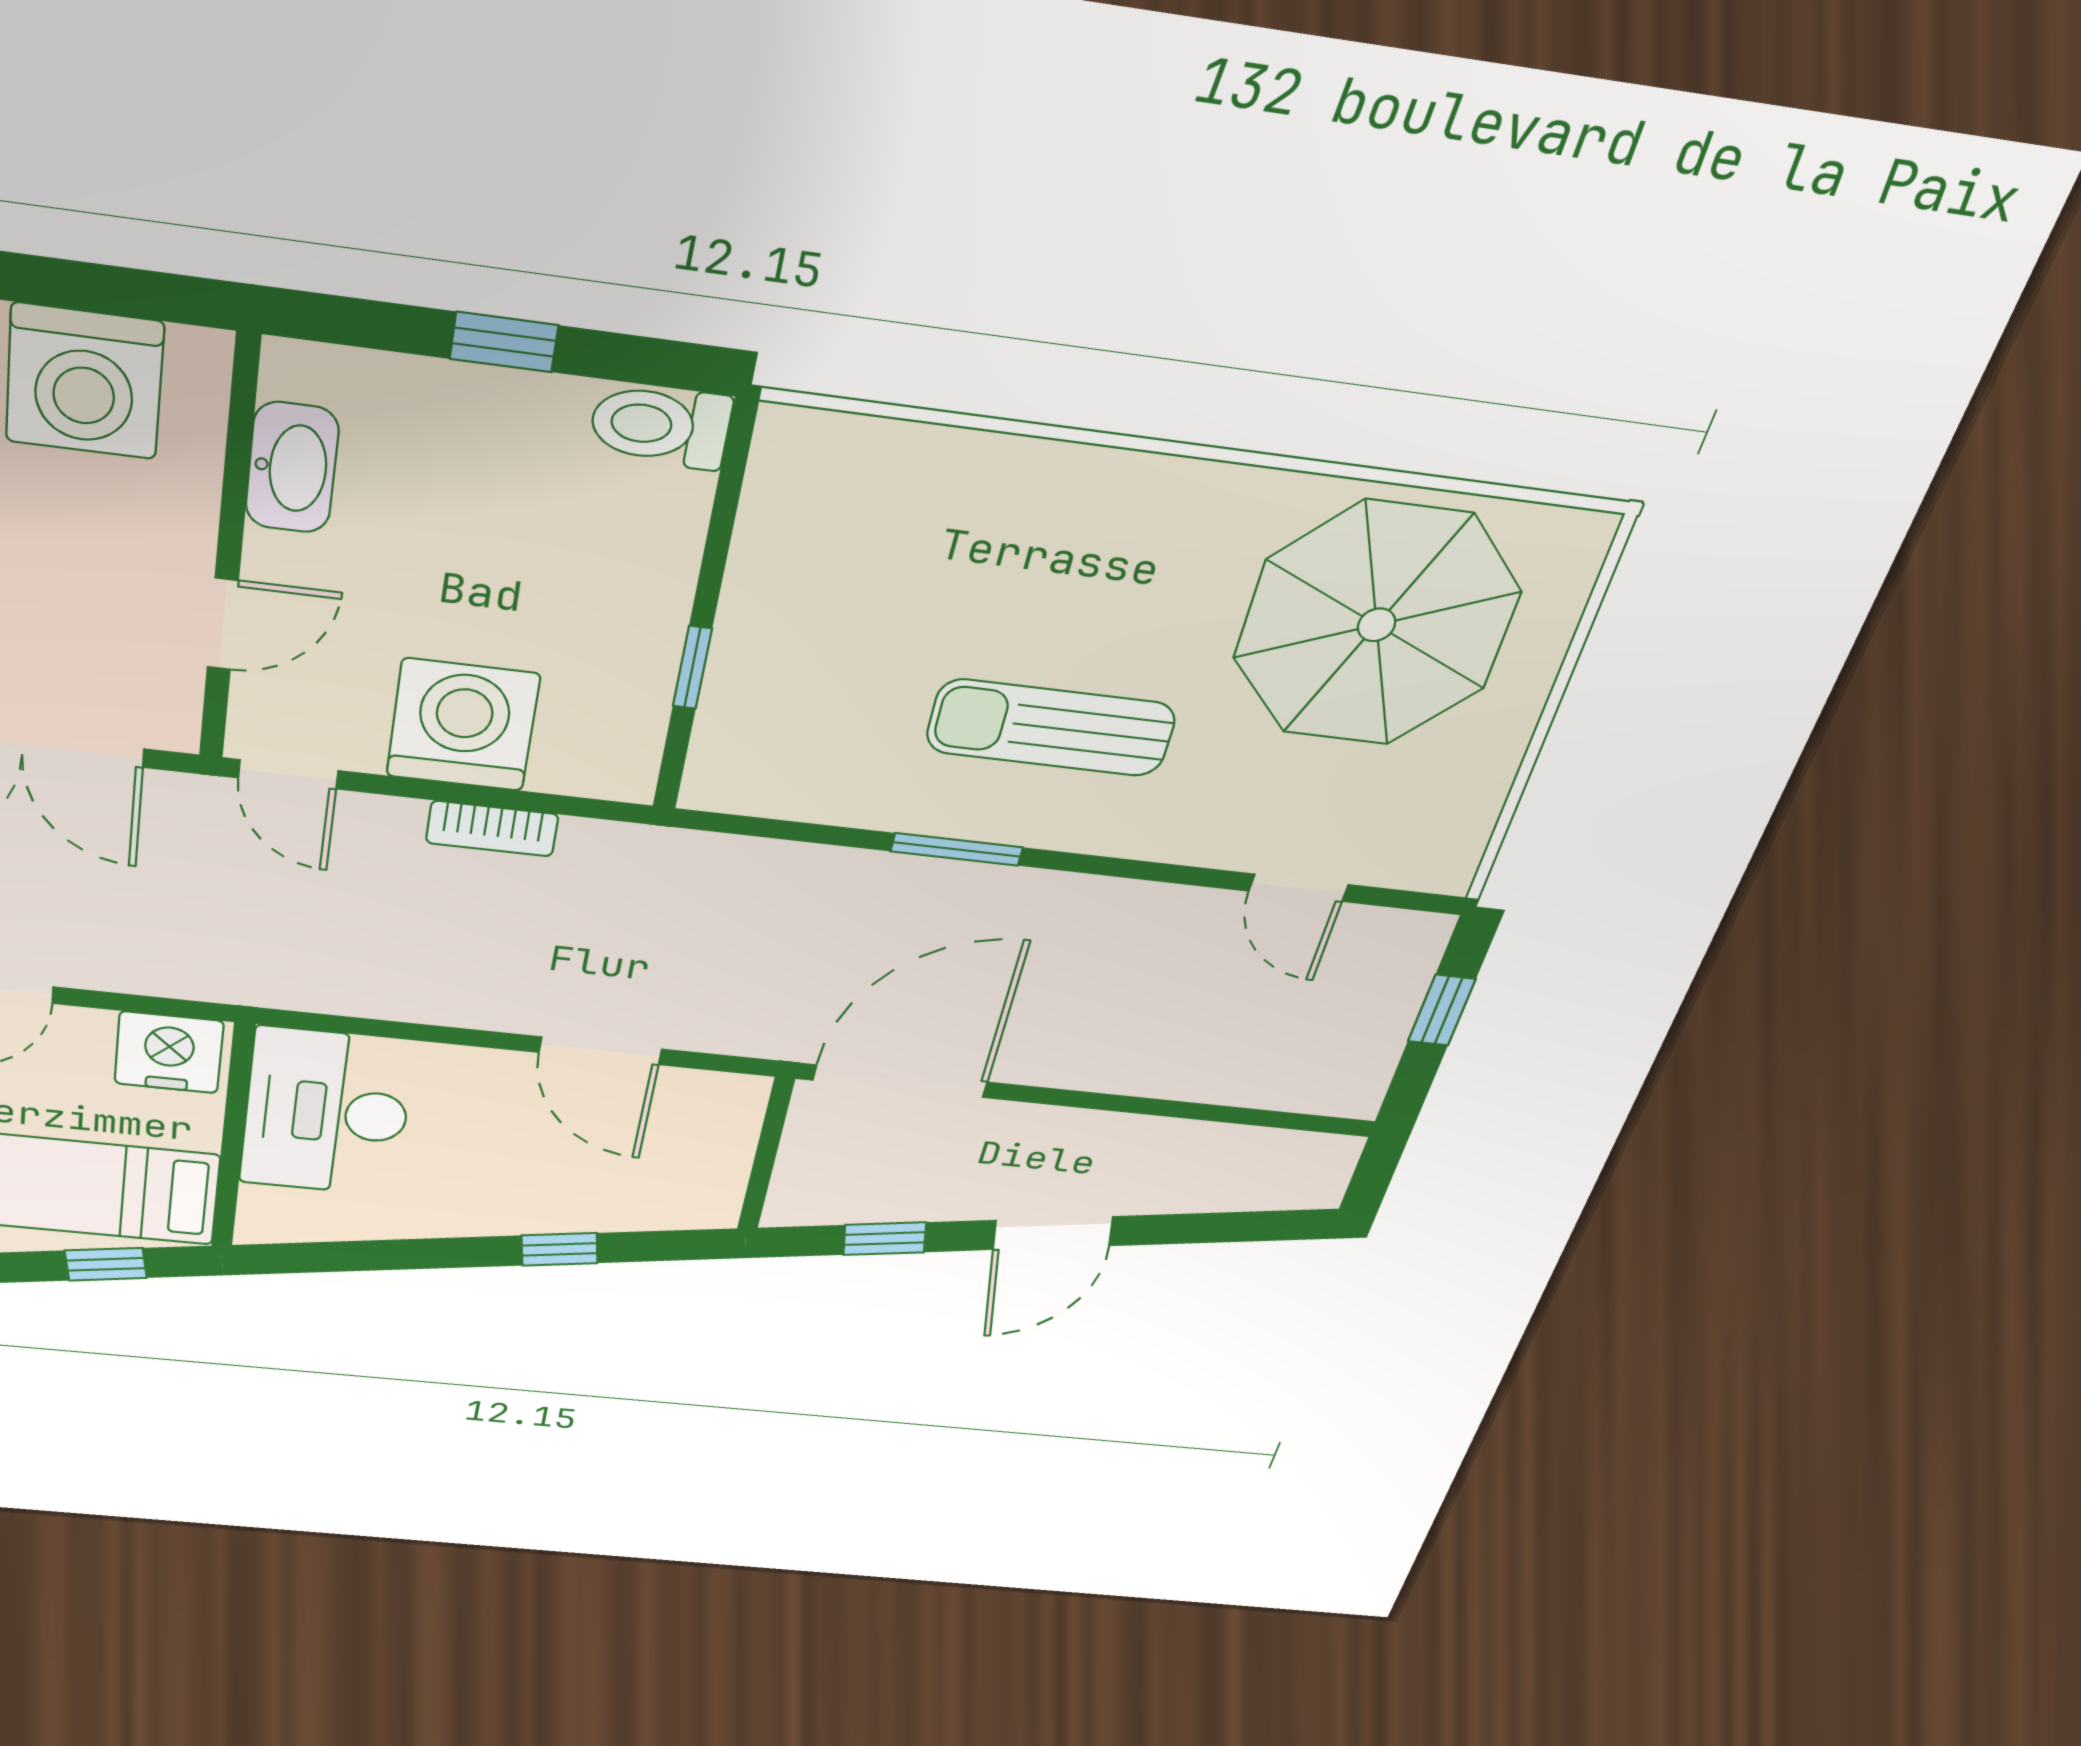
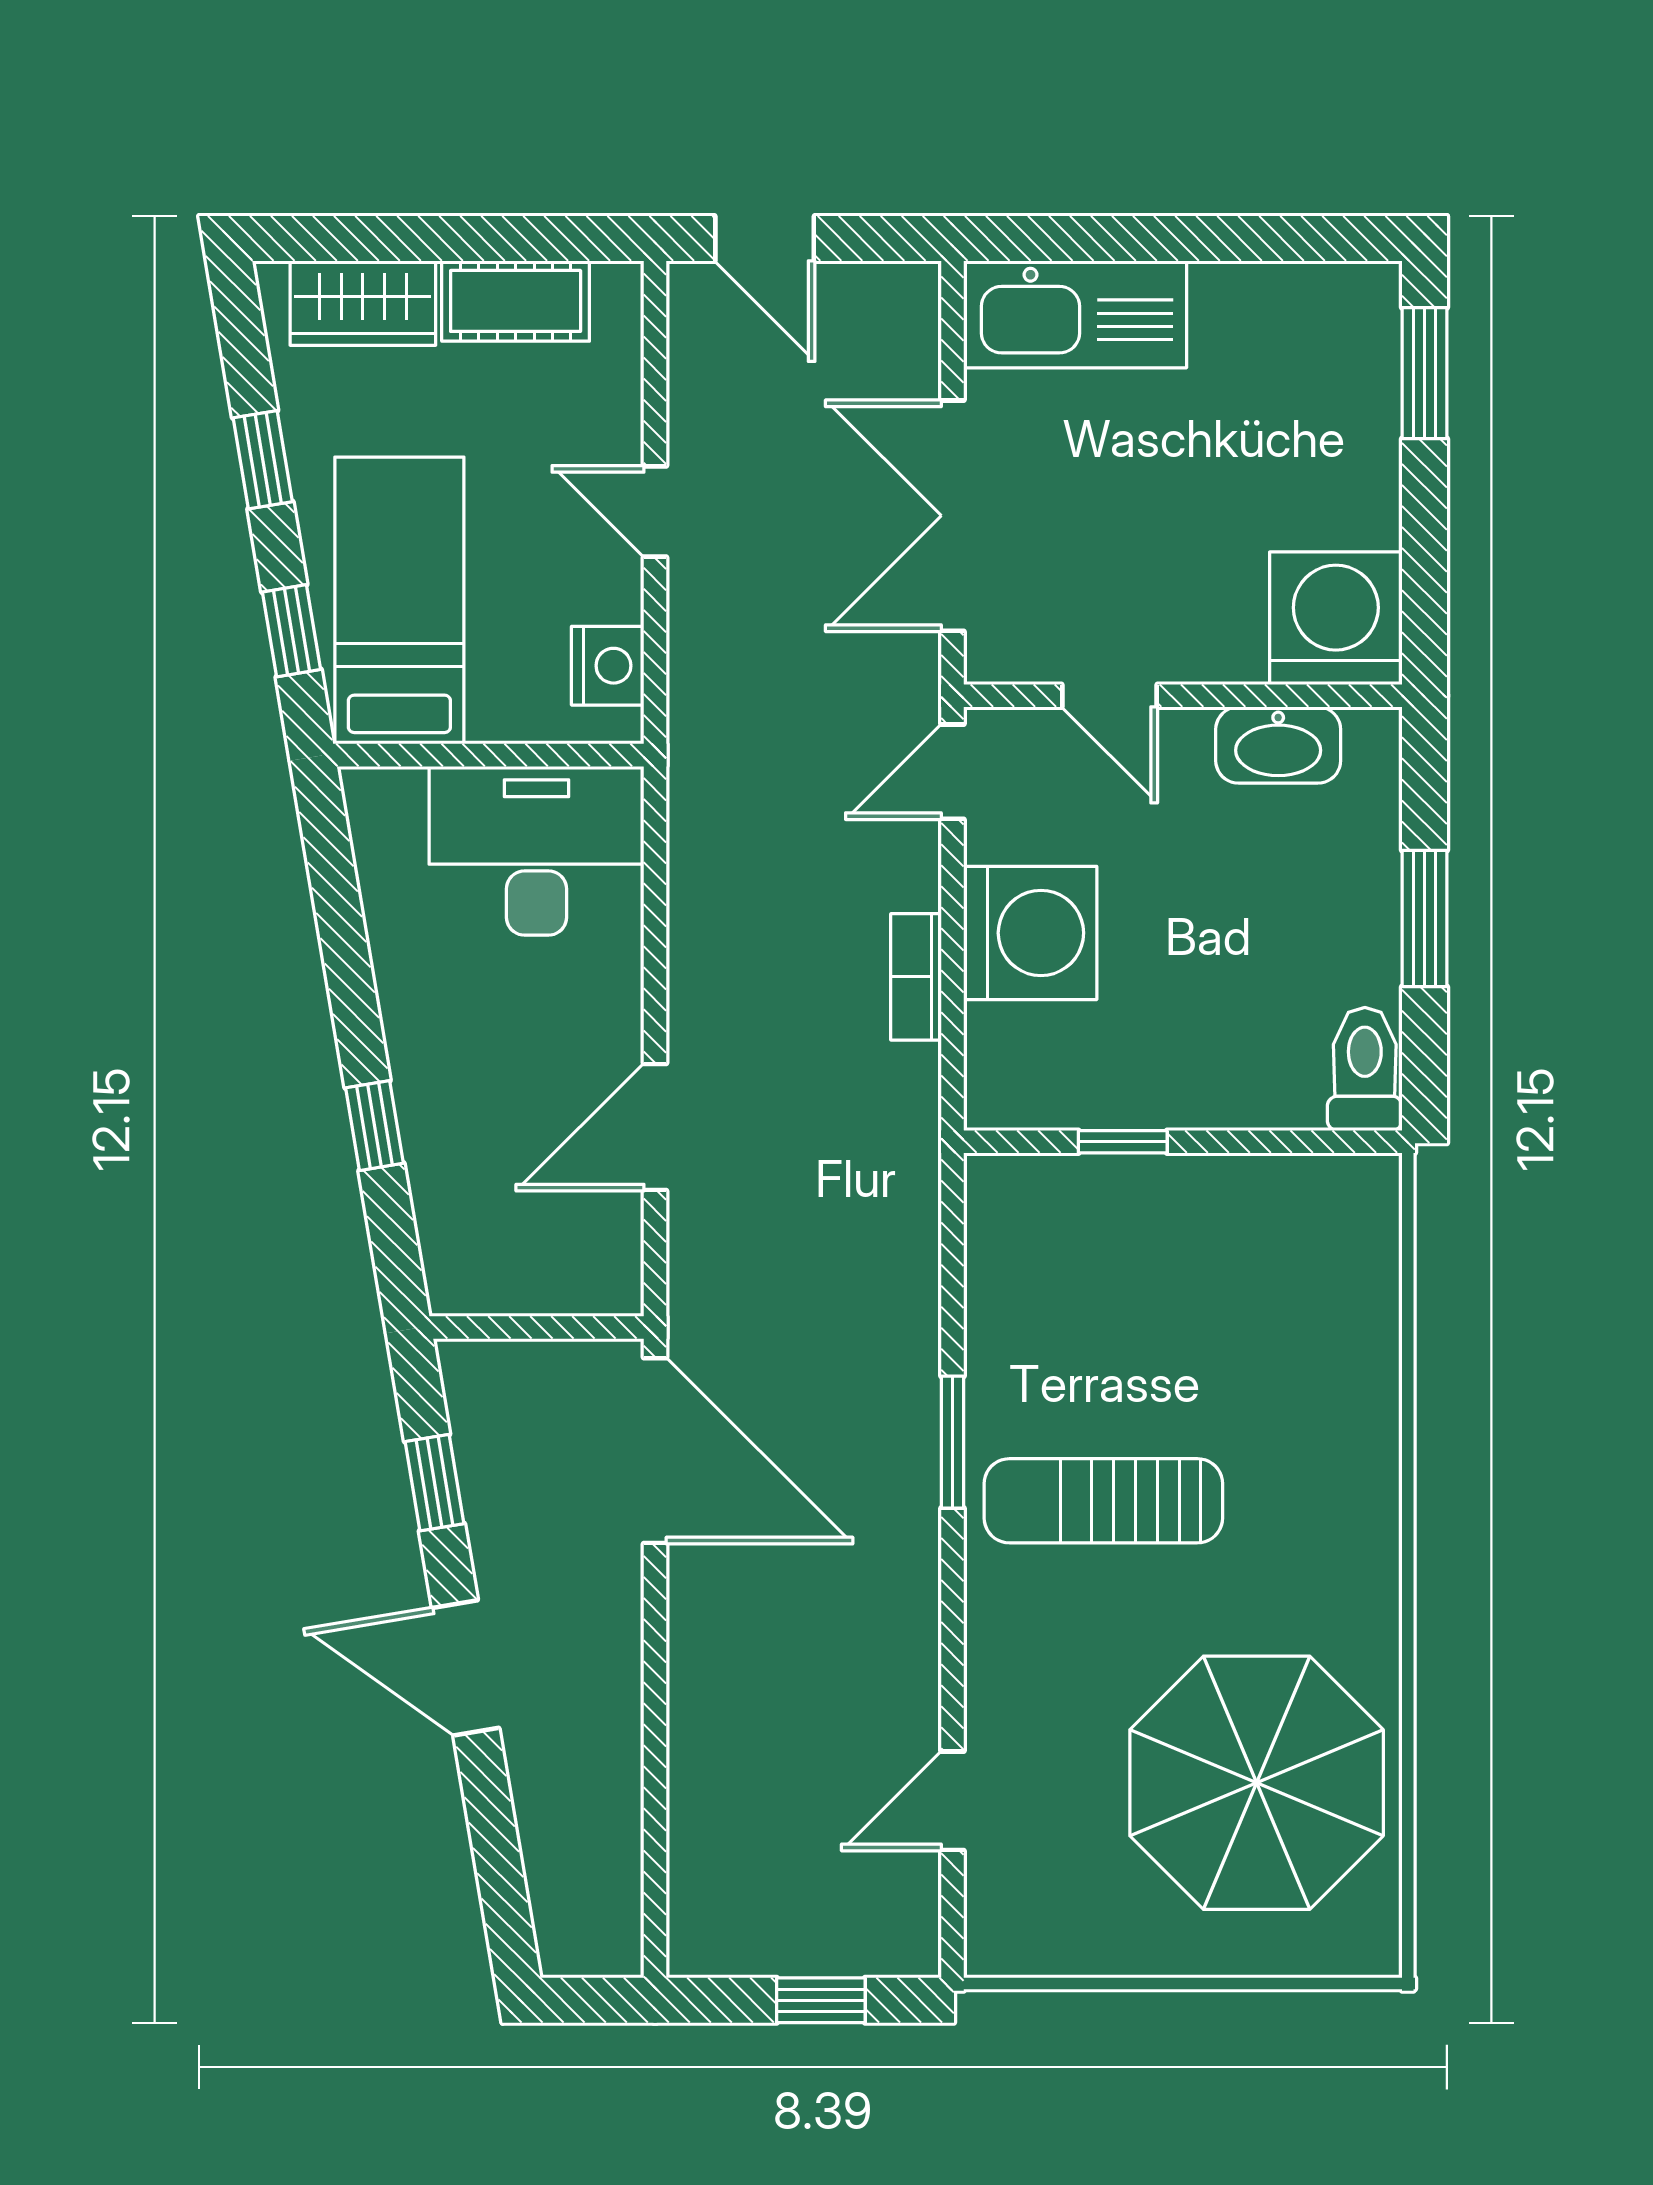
window: (504, 342) -> (1424, 919), width x1.50
washing machine: (84, 382) -> (1336, 618), moved, turned 90
sun lounger: (1051, 728) -> (1103, 1501), turned -90
nightstand: (169, 1052) -> (608, 666), width x0.74, depth x0.75

